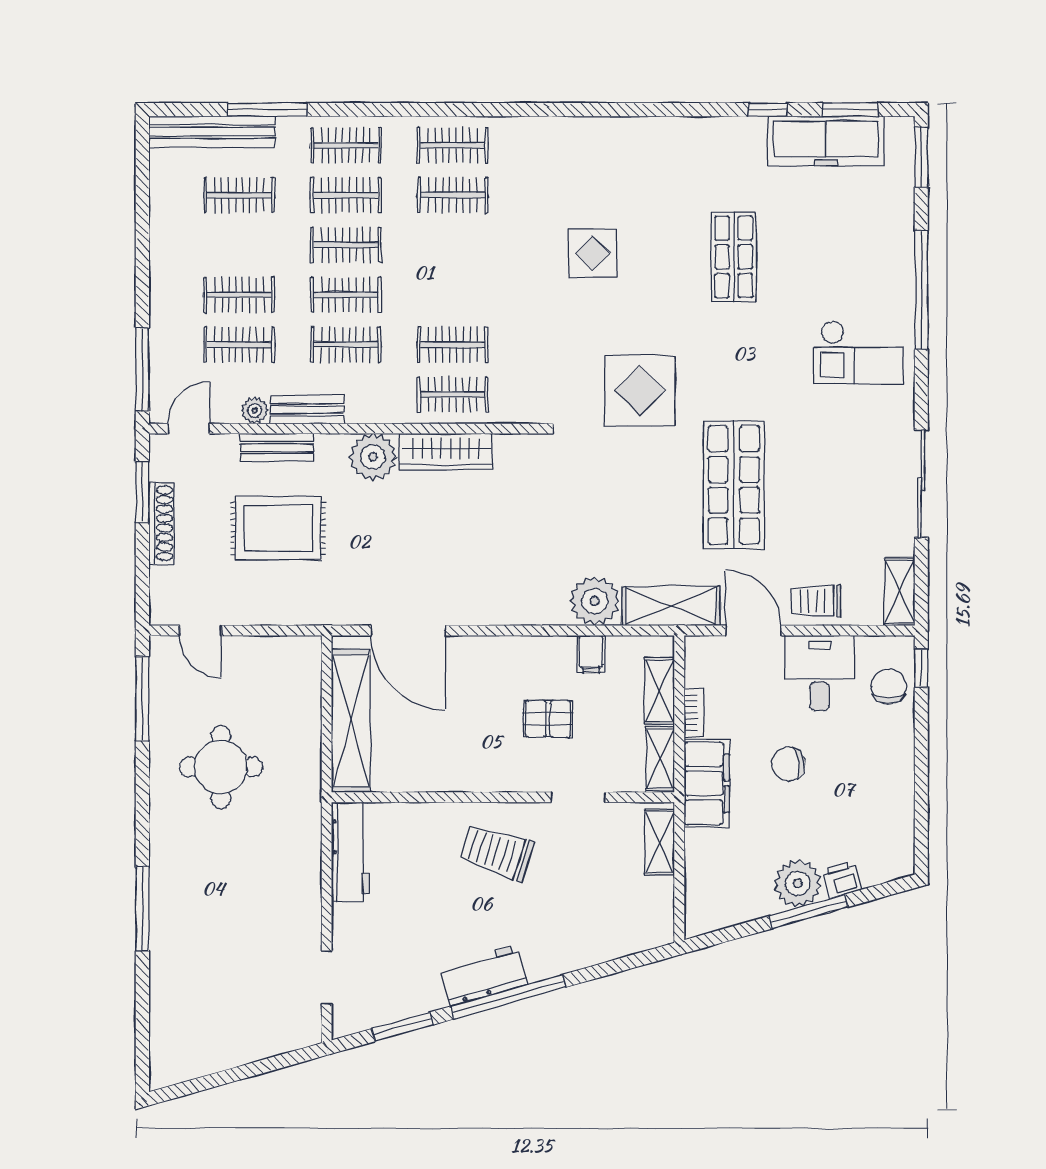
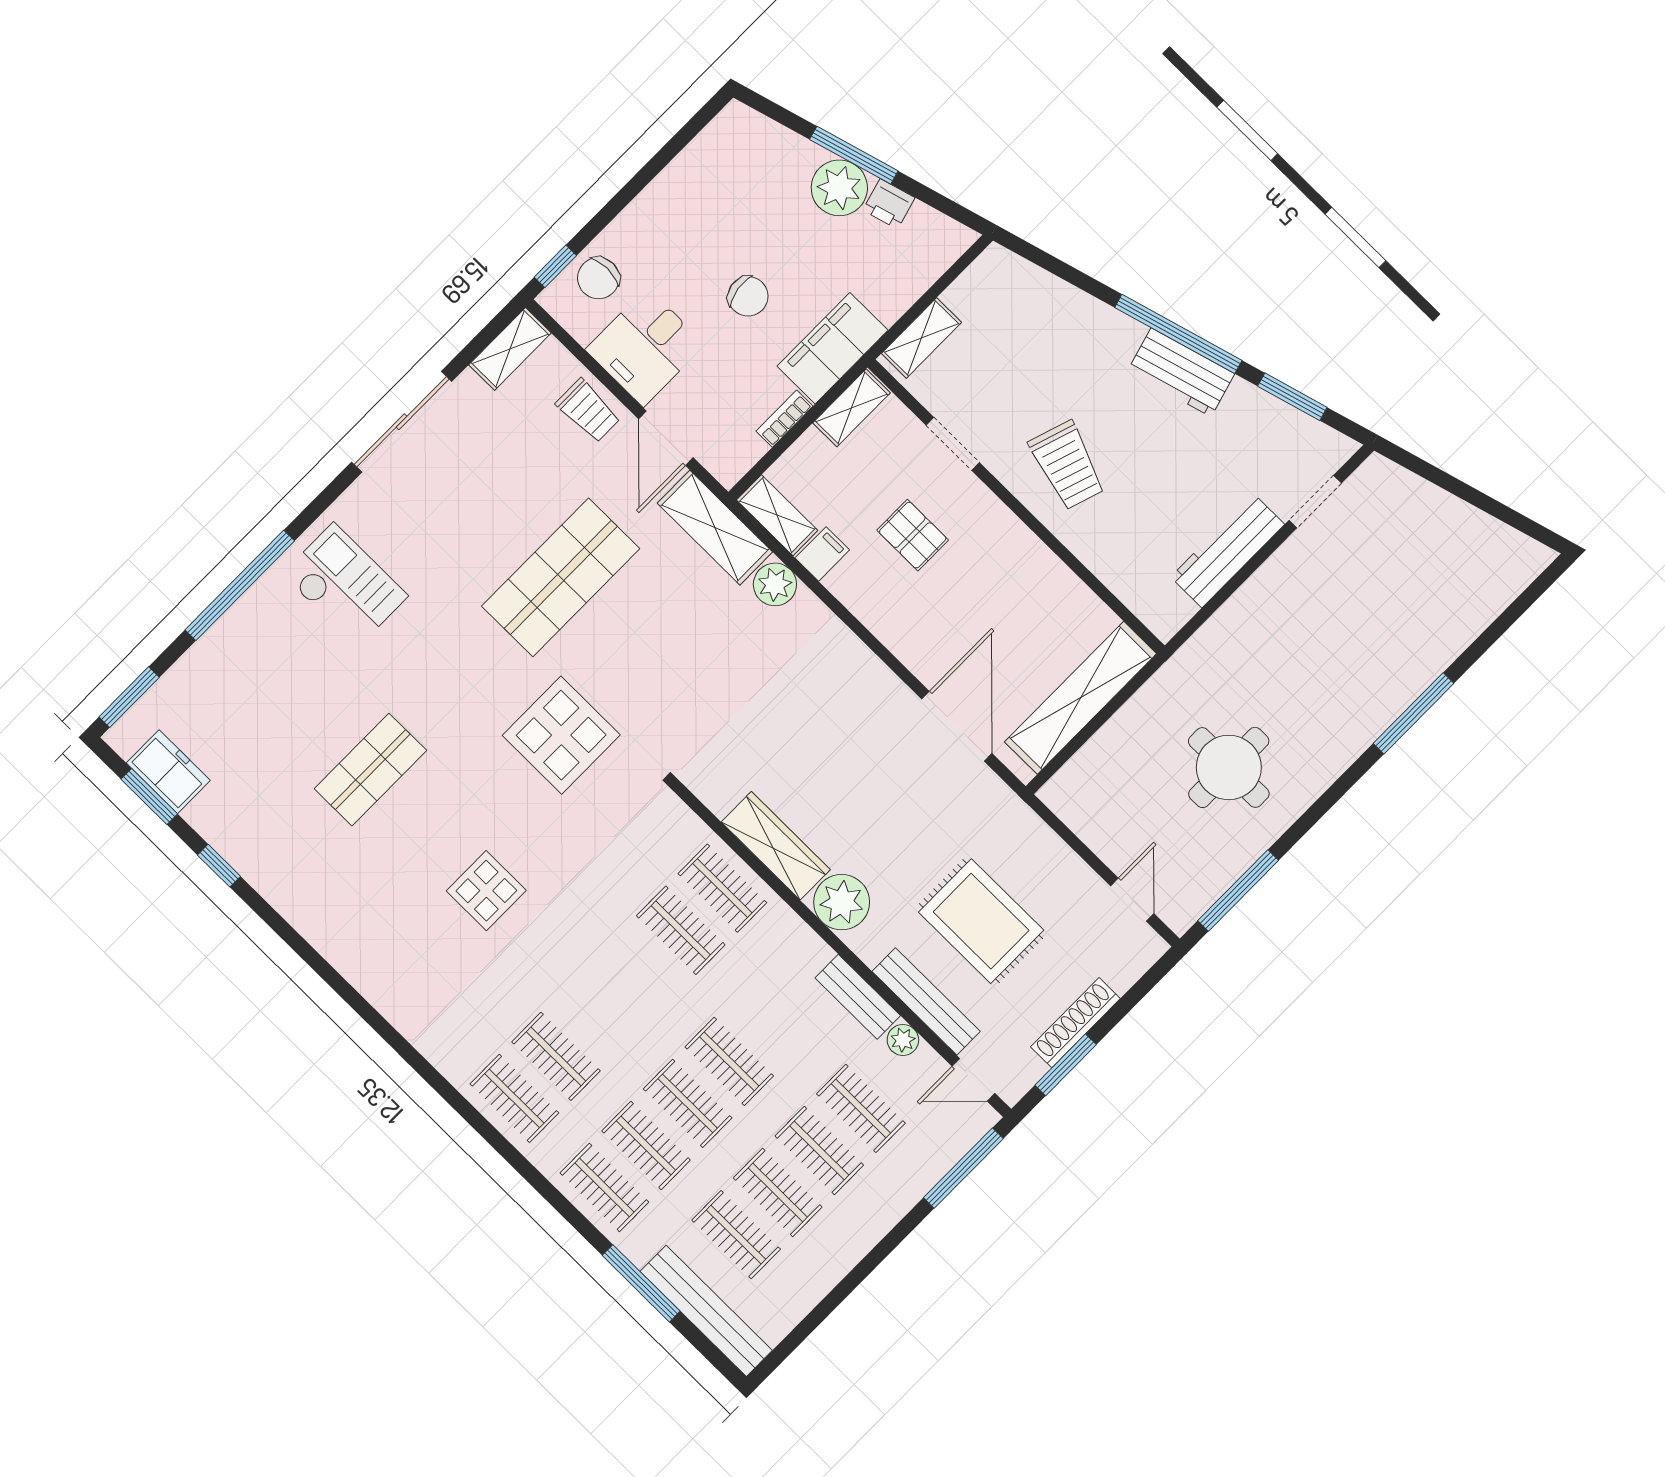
freezer: (826, 141) -> (168, 772), width x0.52, depth x0.79
clothes rail: (346, 345) -> (778, 1193), moved
bench: (277, 447) -> (926, 1001), width x1.36
plant: (595, 601) -> (775, 584), width x0.73, depth x0.73
shelving: (659, 691) -> (777, 515), moved, turned 90
workbench: (350, 852) -> (1228, 551), moved
printer: (841, 880) -> (889, 204), moved

